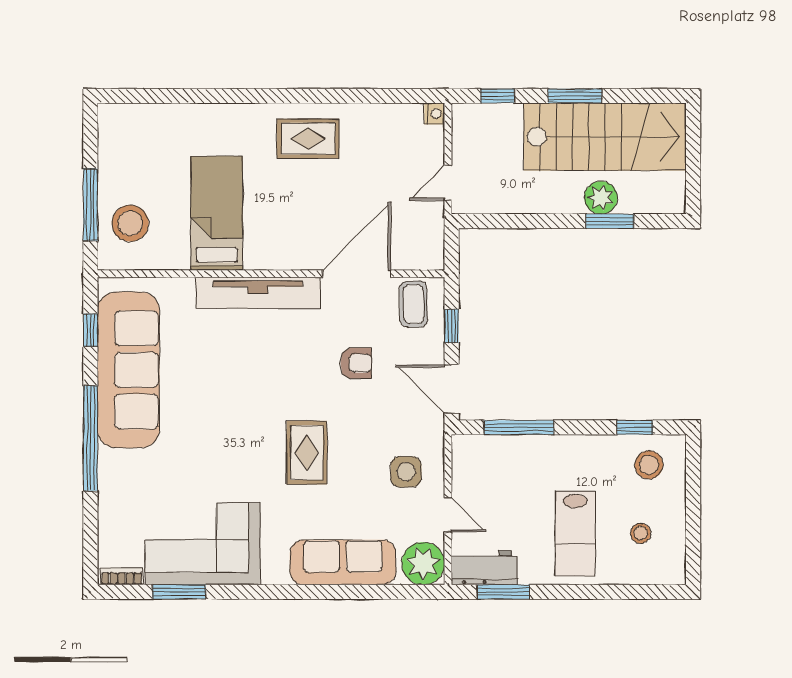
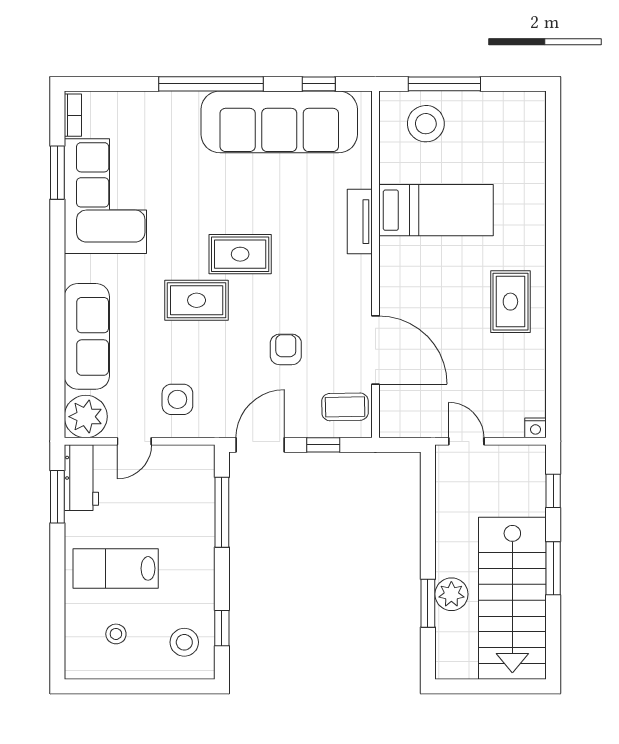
tv unit: (258, 293) -> (360, 222), width x0.52, depth x0.78
armchair: (356, 363) -> (286, 349), turned 180
rug: (261, 409) -> (240, 254), added

